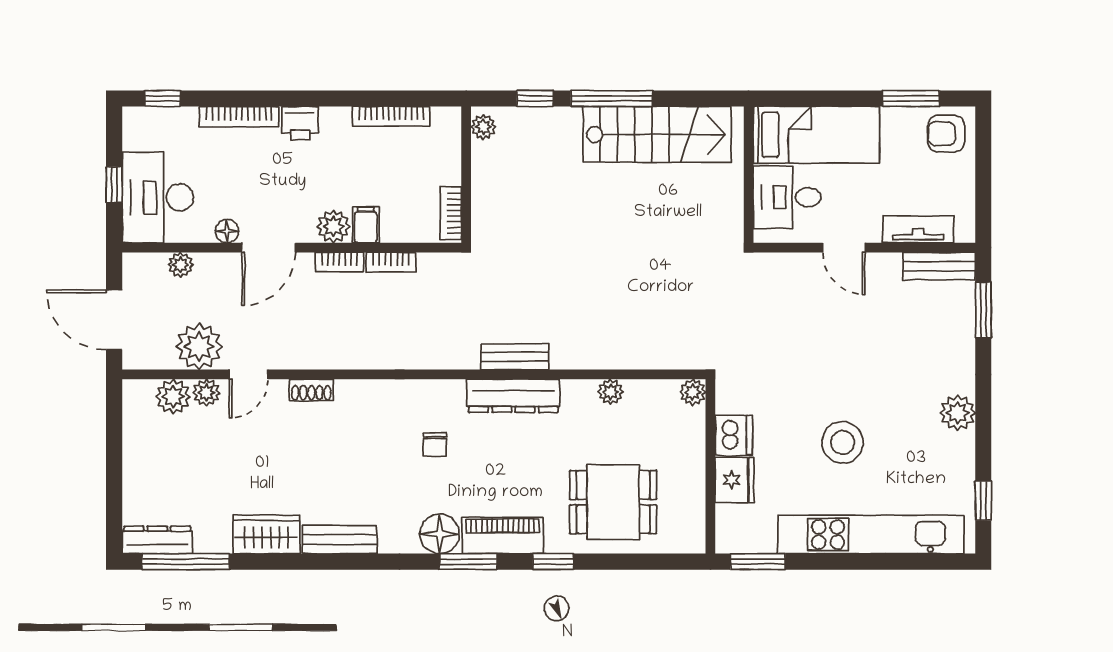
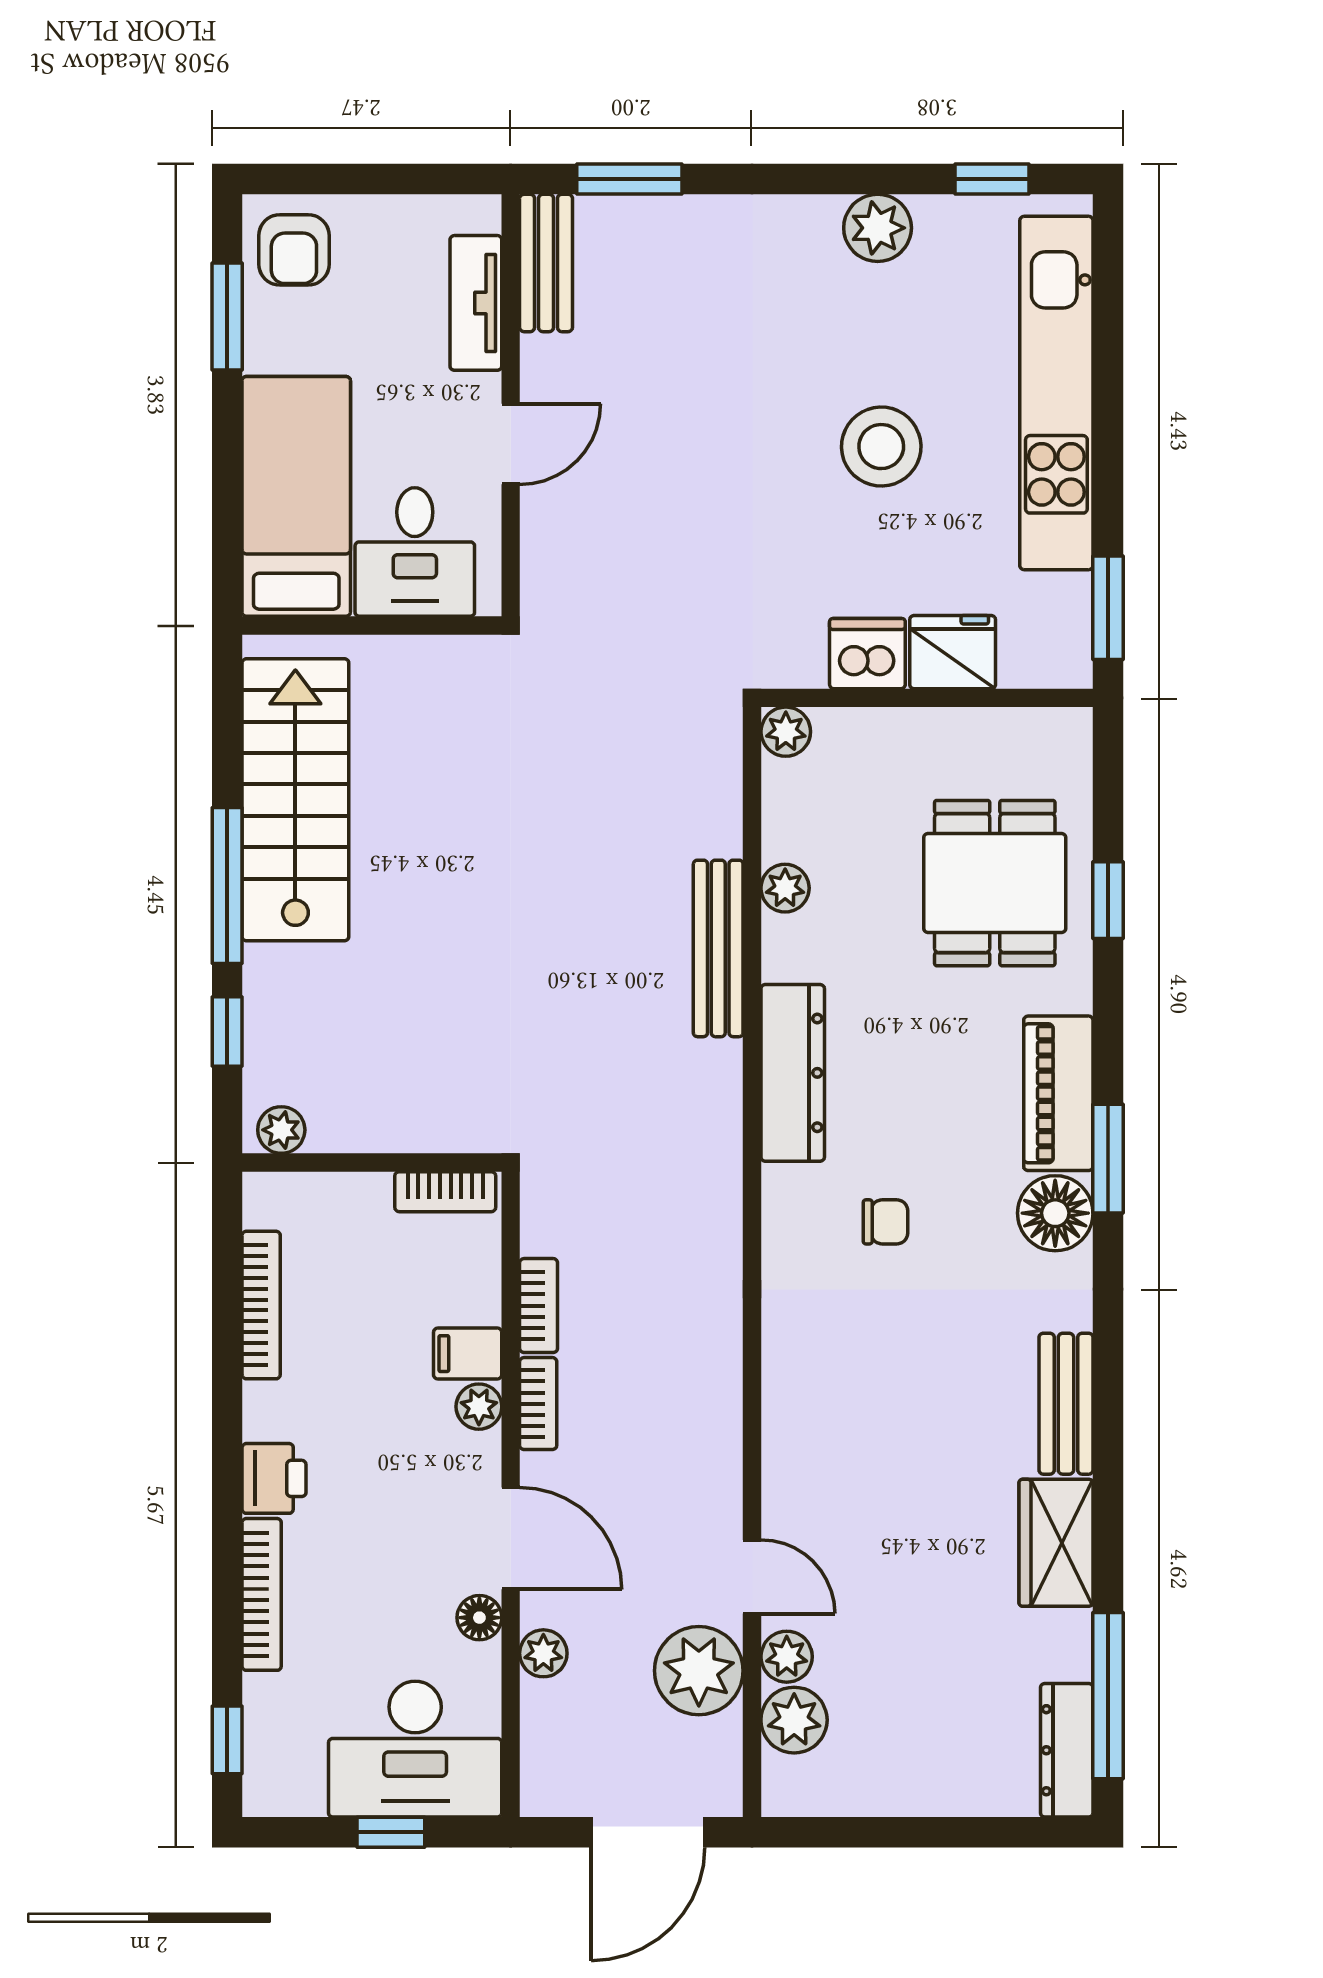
plant: (333, 226) -> (479, 1407), width x0.73, depth x0.73
plant: (181, 265) -> (543, 1653), moved
bench: (515, 357) -> (718, 948), moved, width x1.36
shoe rack: (311, 390) -> (781, 1457), removed
plant: (958, 413) -> (878, 228), moved
window: (553, 562) -> (1108, 900), moved

